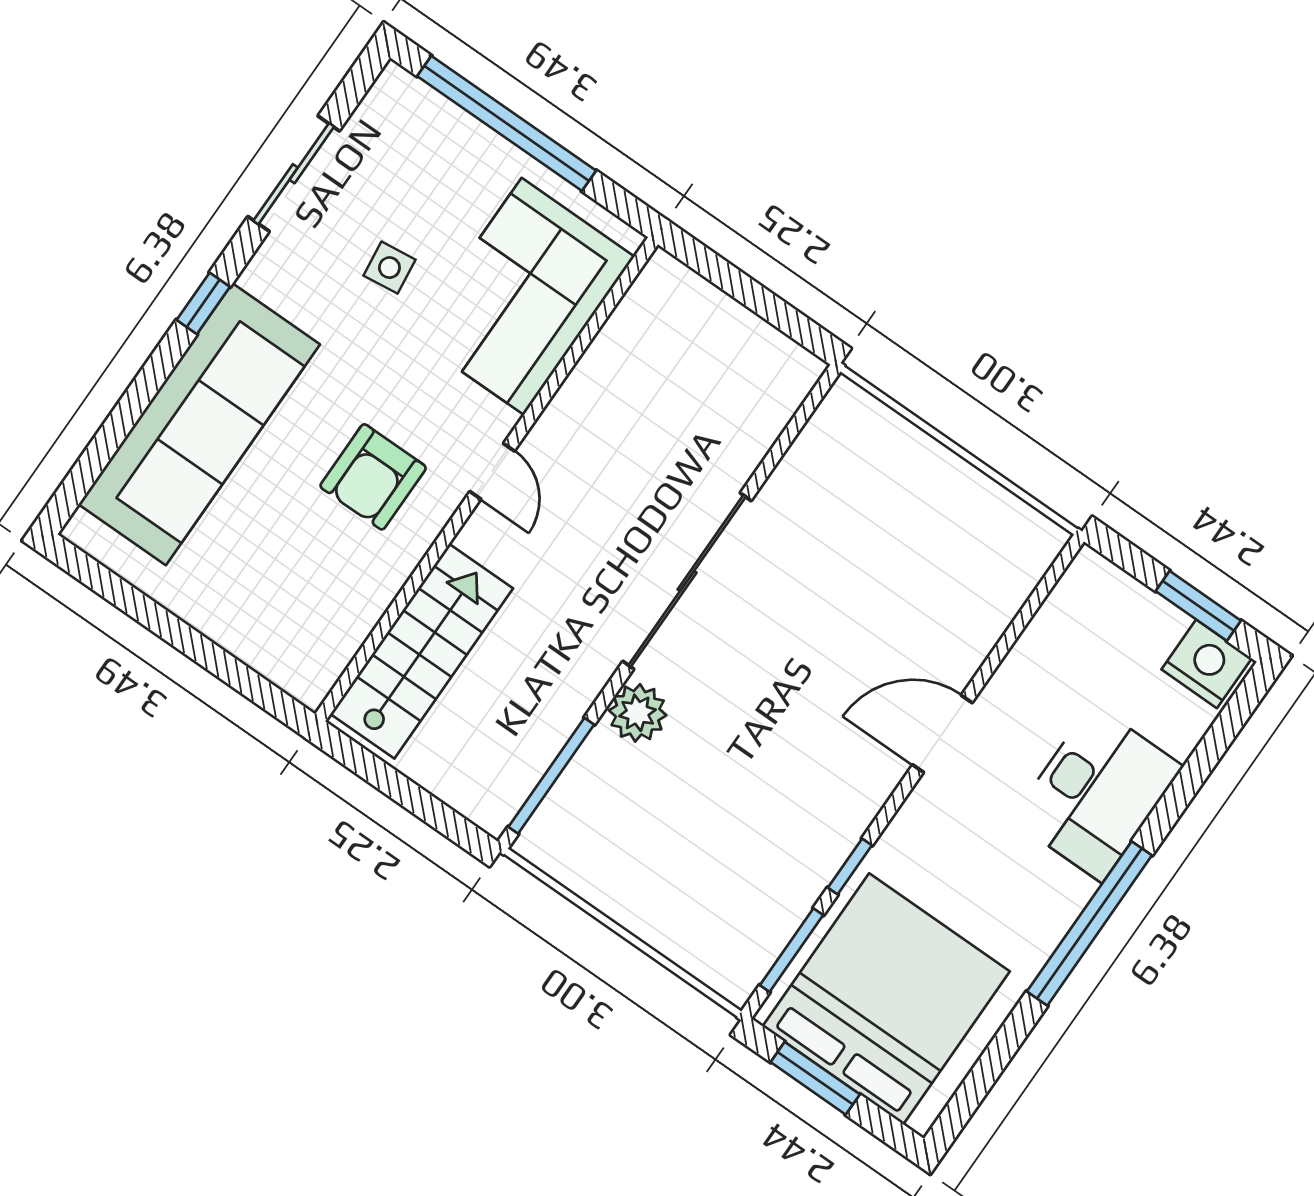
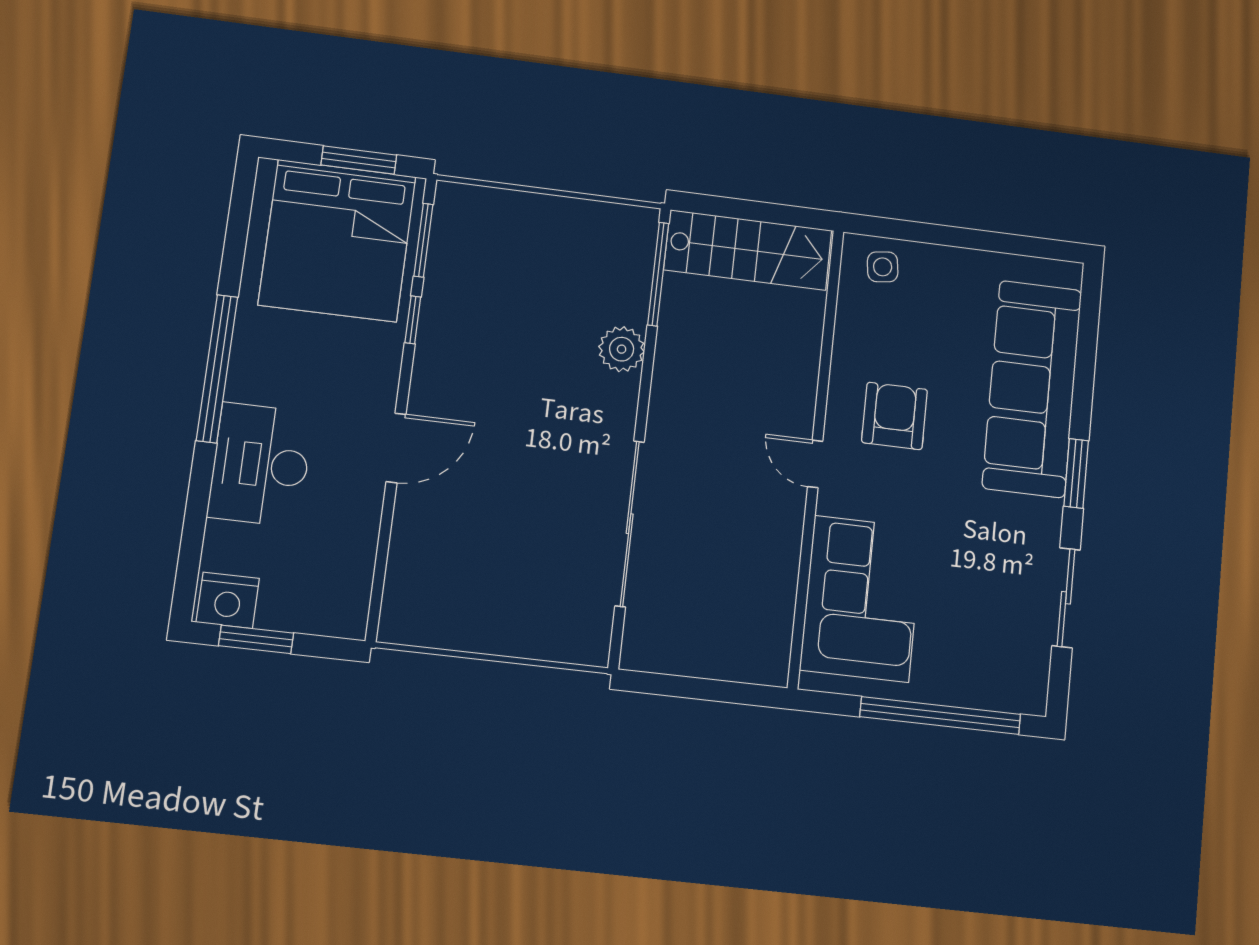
side table: (389, 268) -> (883, 267), moved
window: (203, 303) -> (1076, 473), width x1.50
sliding door: (687, 581) -> (630, 524), moved
stairs: (422, 651) -> (748, 250), moved, turned -90

